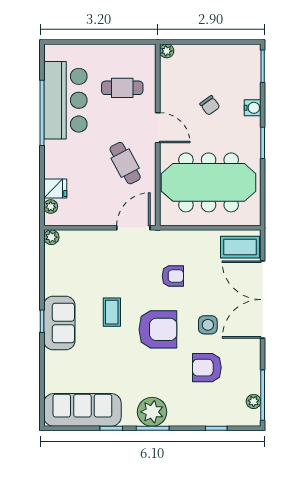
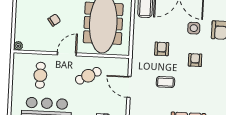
door: (133, 228) -> (129, 87), moved
coffee table: (112, 312) -> (165, 82), moved
armchair: (158, 329) -> (195, 60), width x0.53, depth x0.53

